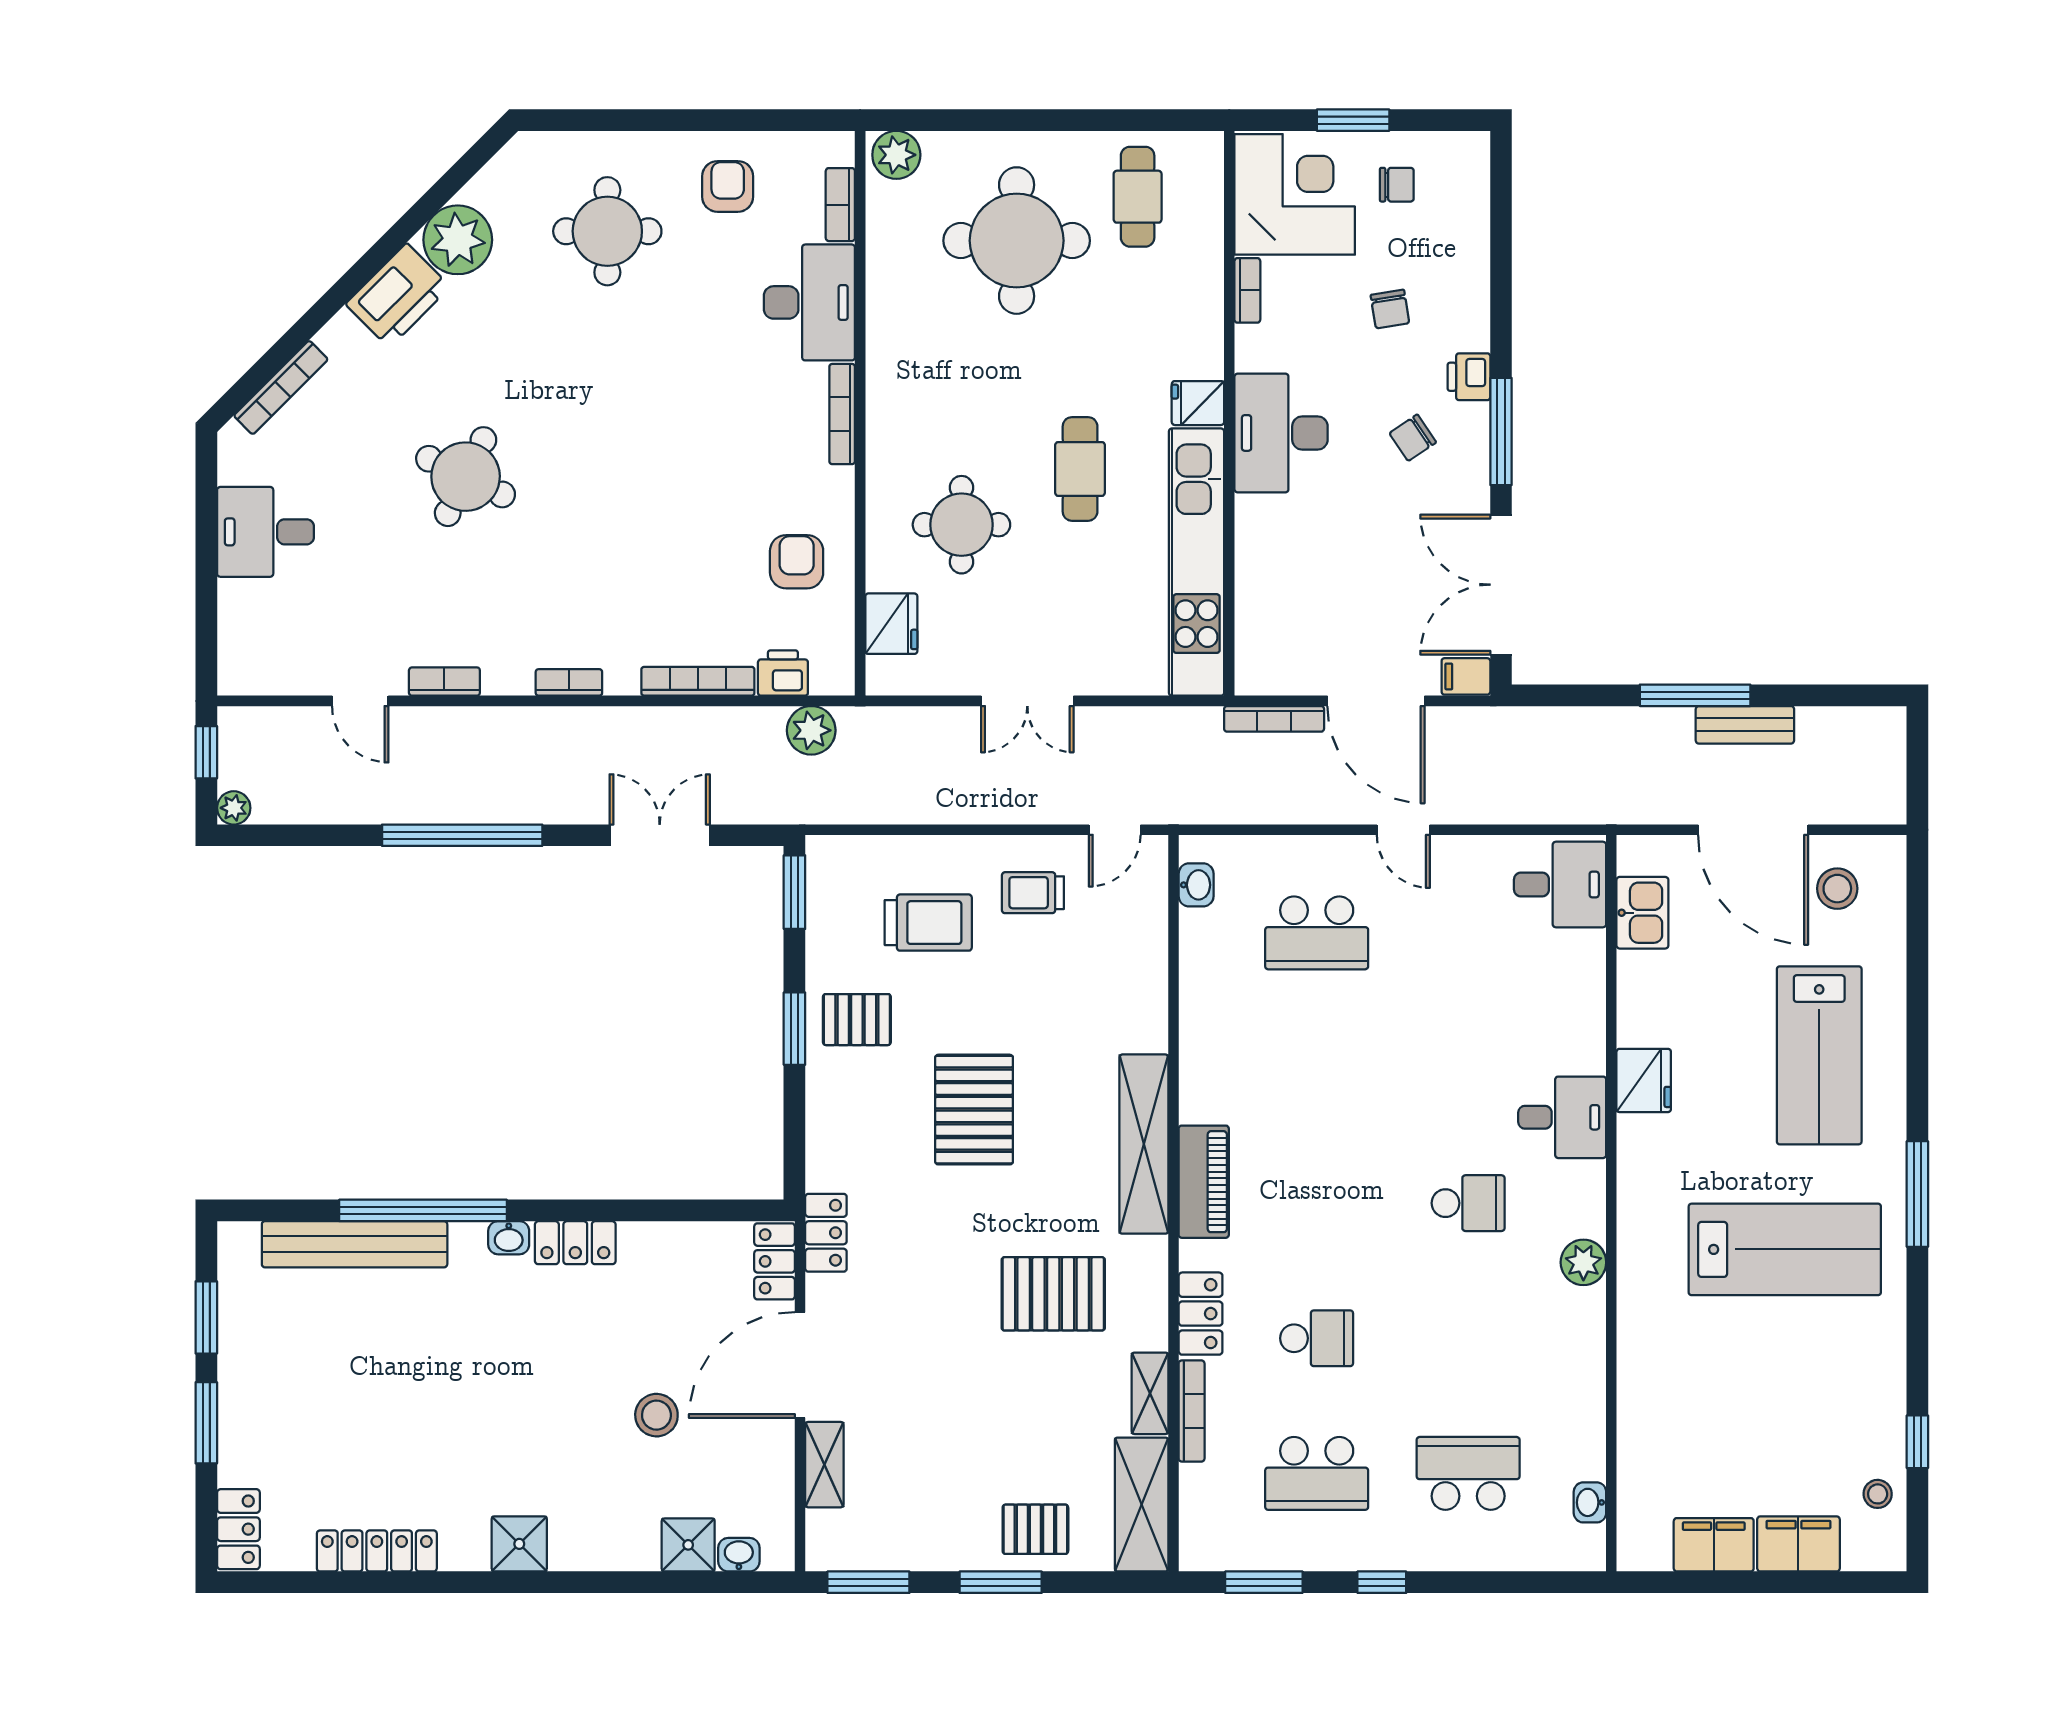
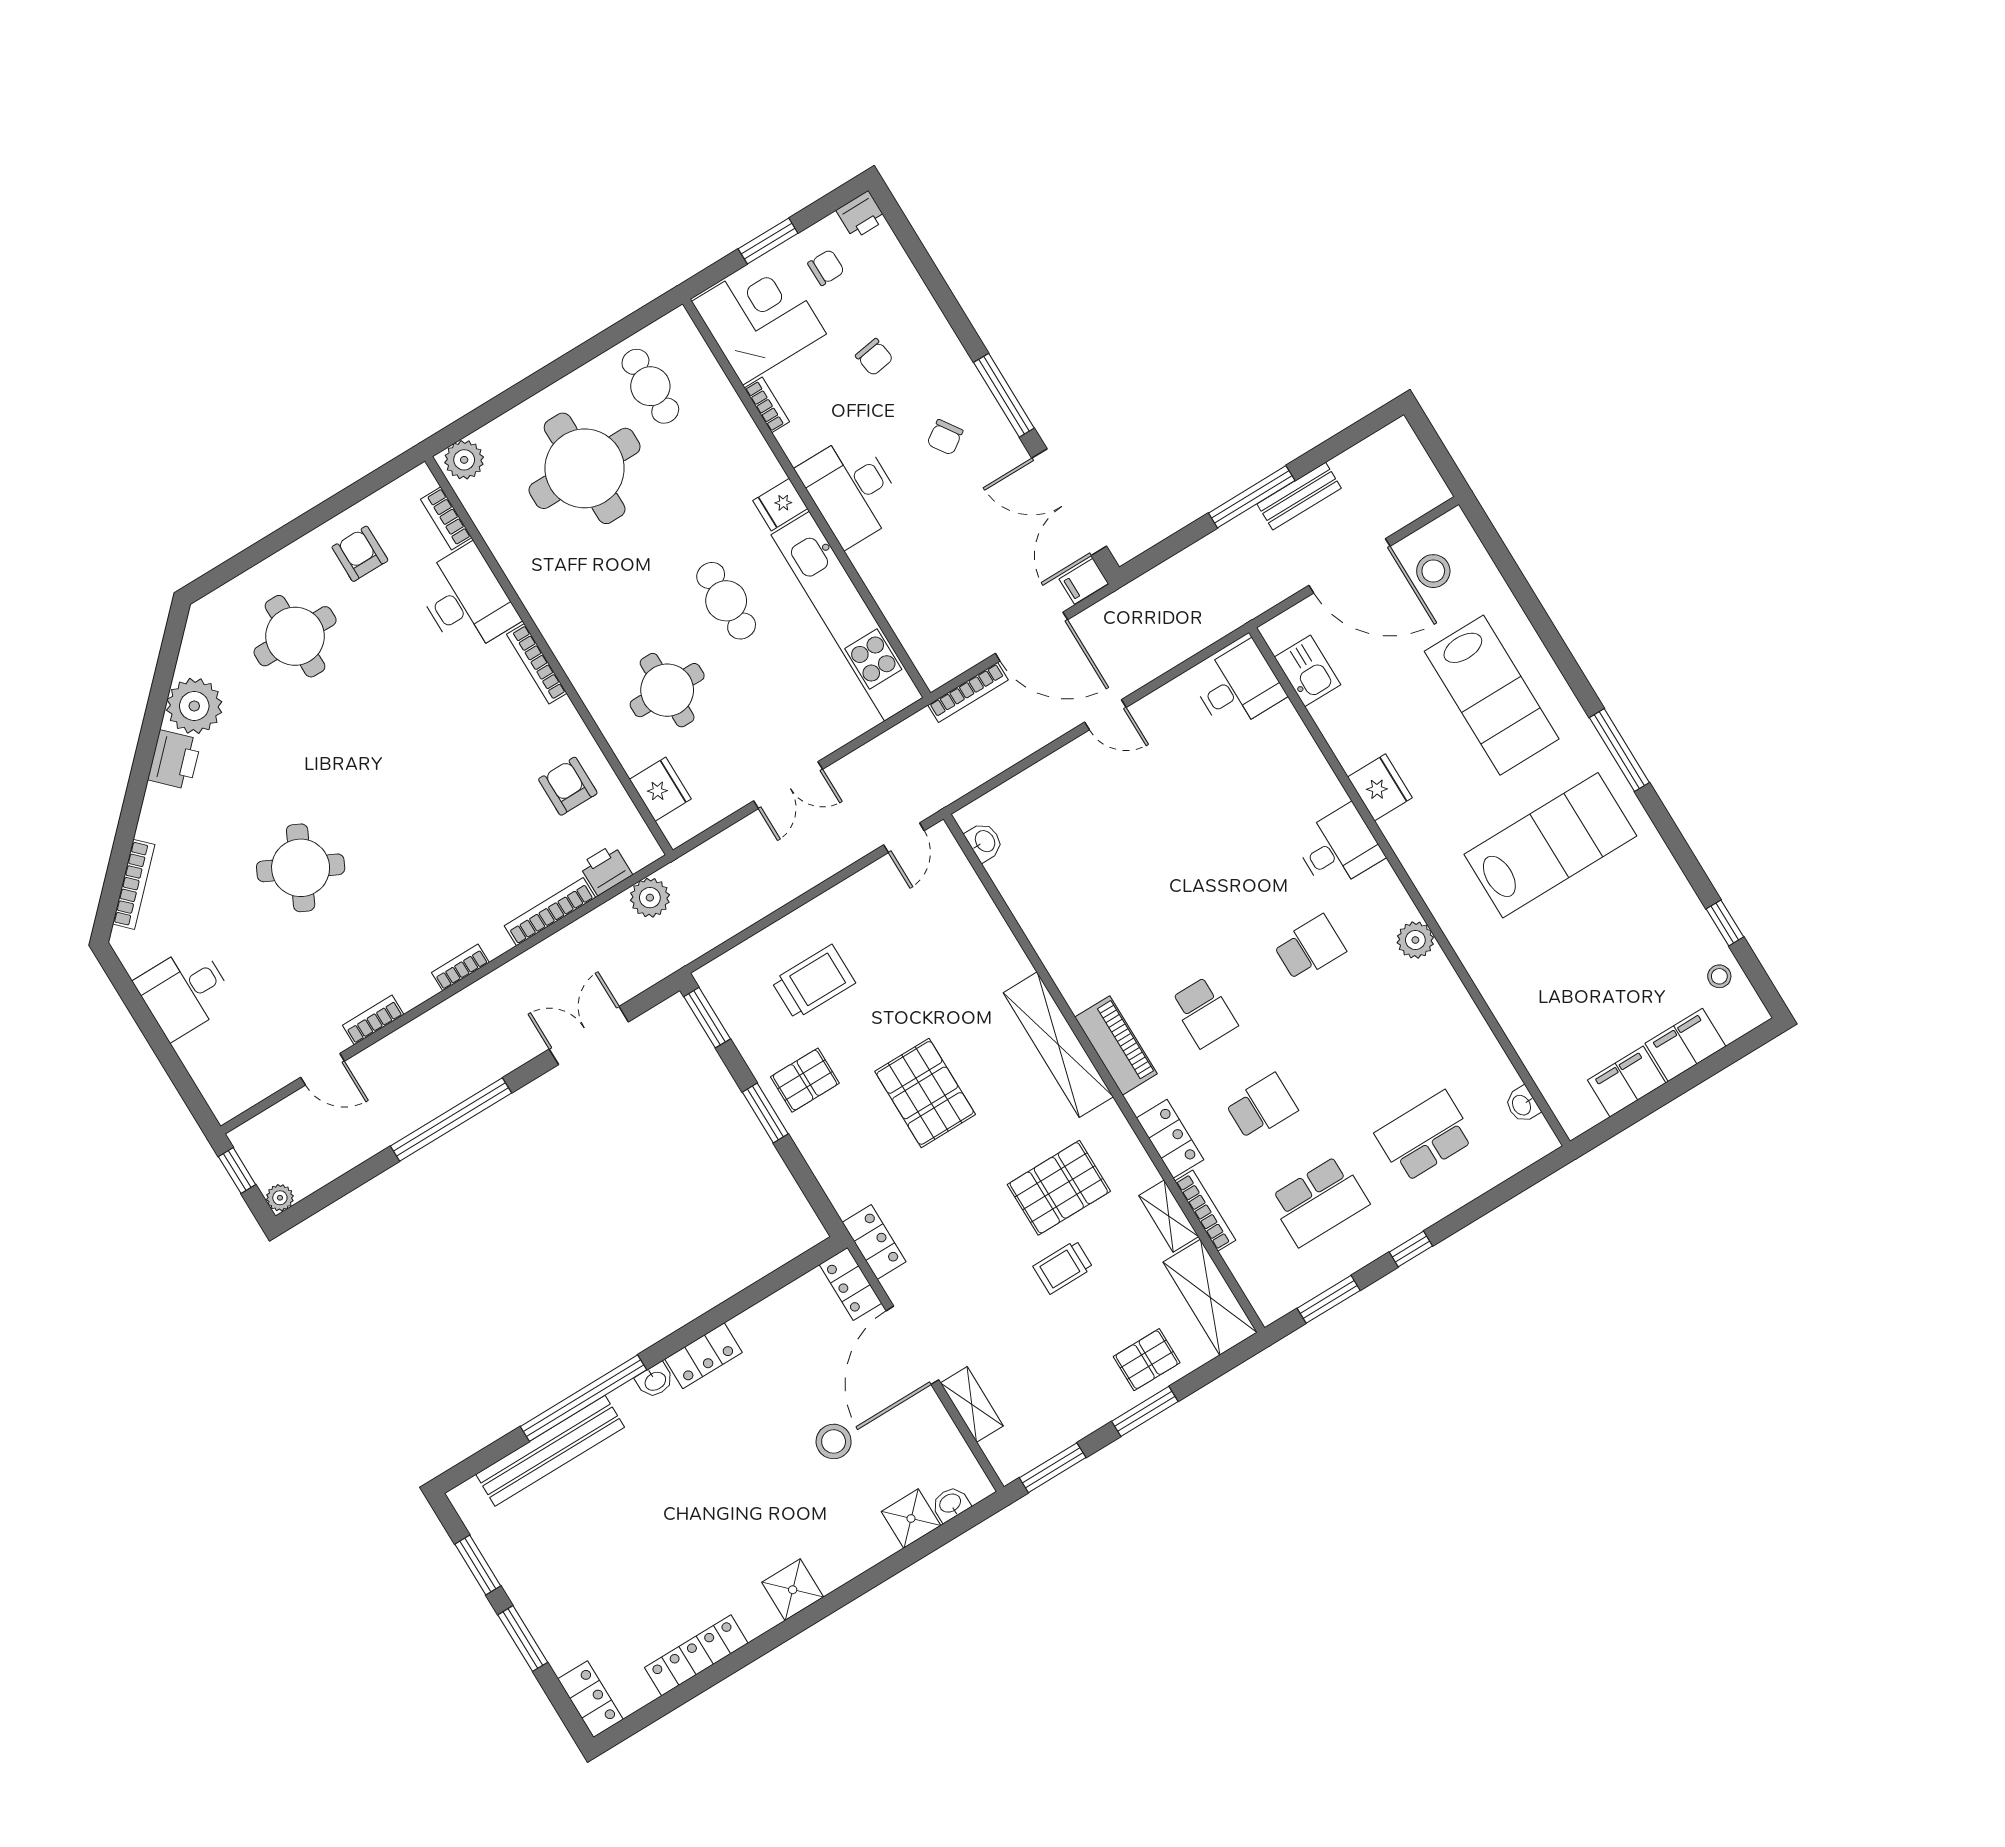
printer: (398, 295) -> (174, 760), width x0.73, depth x0.84
printer: (1469, 377) -> (861, 215), moved, turned -90
trolley: (1033, 893) -> (1063, 1267), moved
school desk: (1317, 933) -> (1204, 1012), moved, width x0.54

